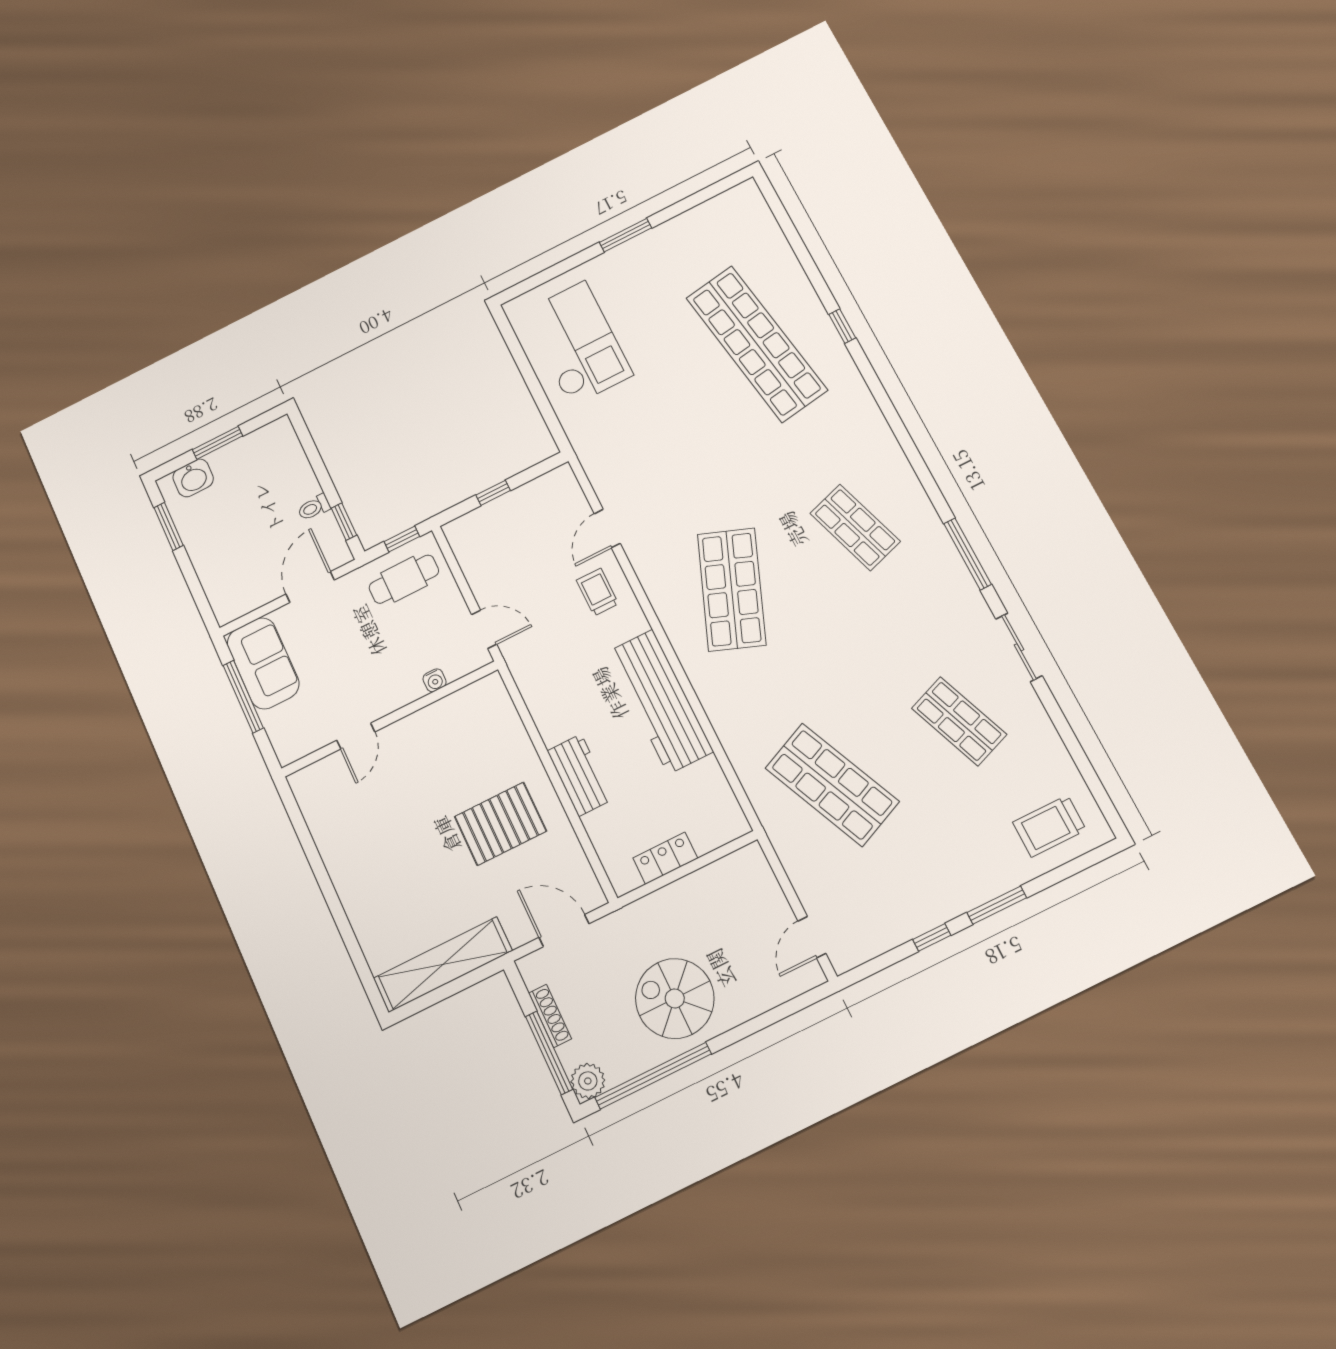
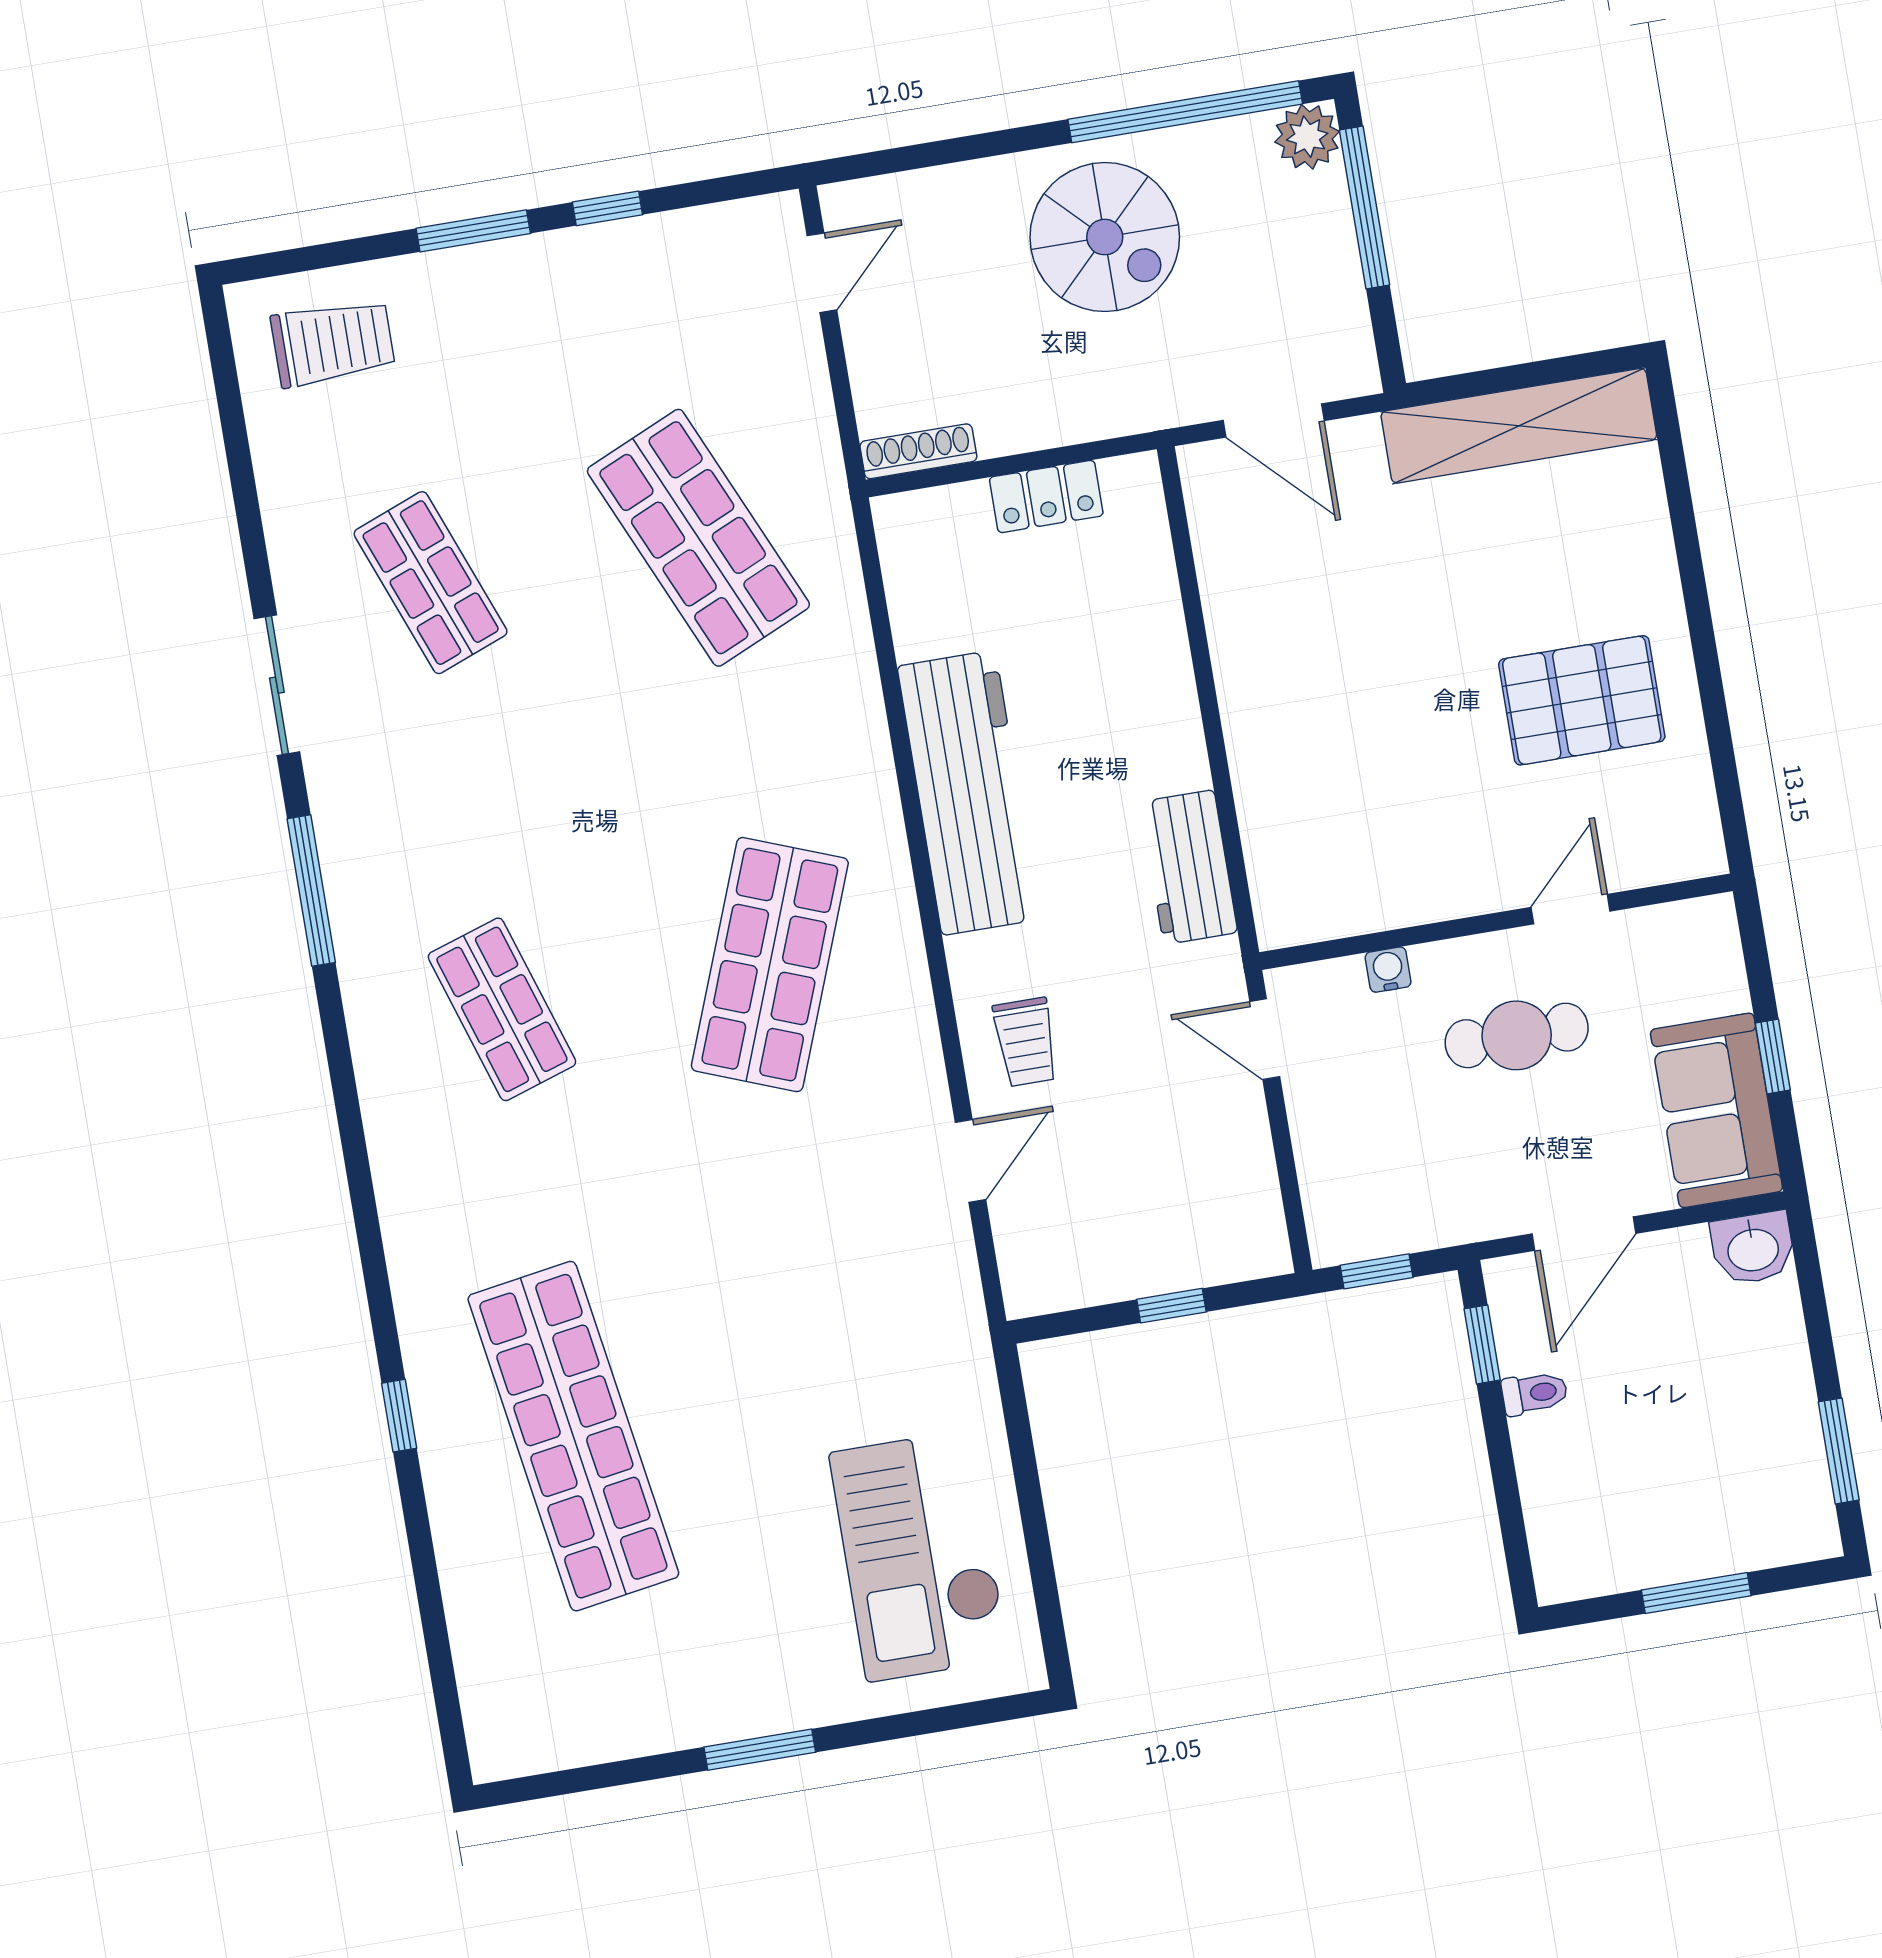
washbasin: (193, 478) -> (1753, 1248), moved, turned 180
cafe table: (404, 579) -> (1517, 1035), moved
window: (243, 697) -> (1773, 1056), width x0.46
workbench: (580, 775) -> (1189, 867), moved
pallet: (500, 824) -> (1582, 700), moved
shoe rack: (550, 1016) -> (918, 451), moved, turned 90

